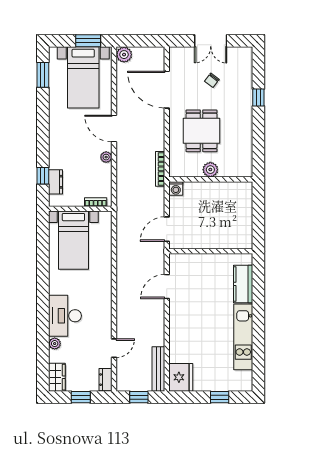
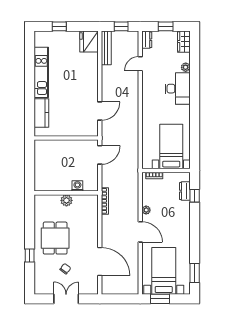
plant: (124, 55) -> (132, 288), removed
dining table: (202, 131) -> (55, 238), moved
washing machine: (176, 188) -> (77, 186), moved

